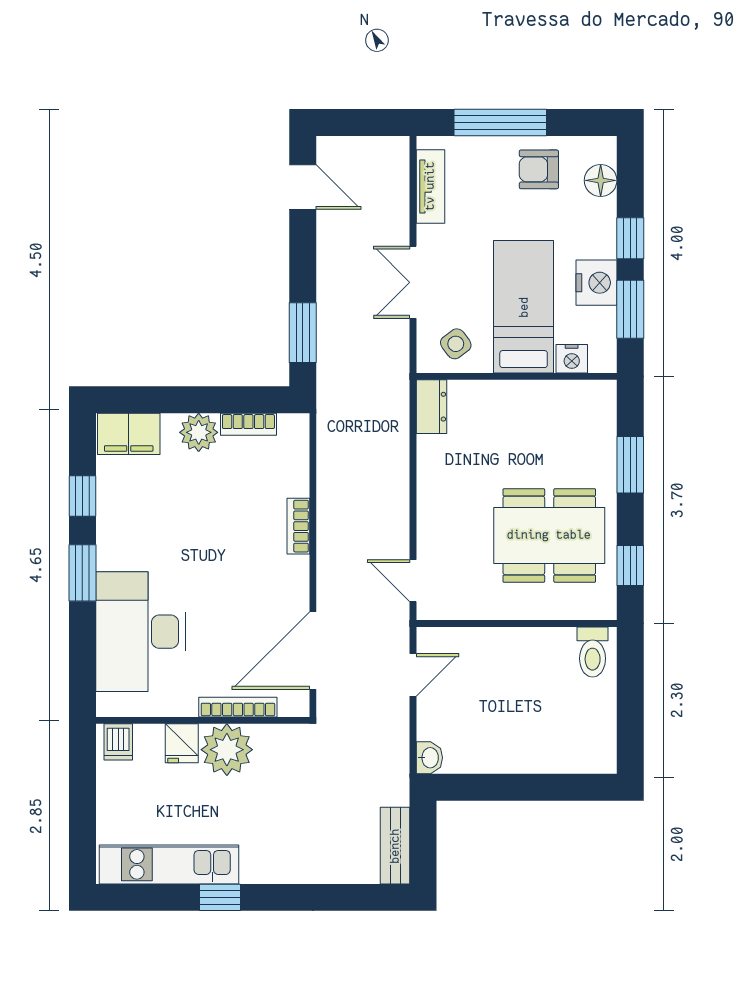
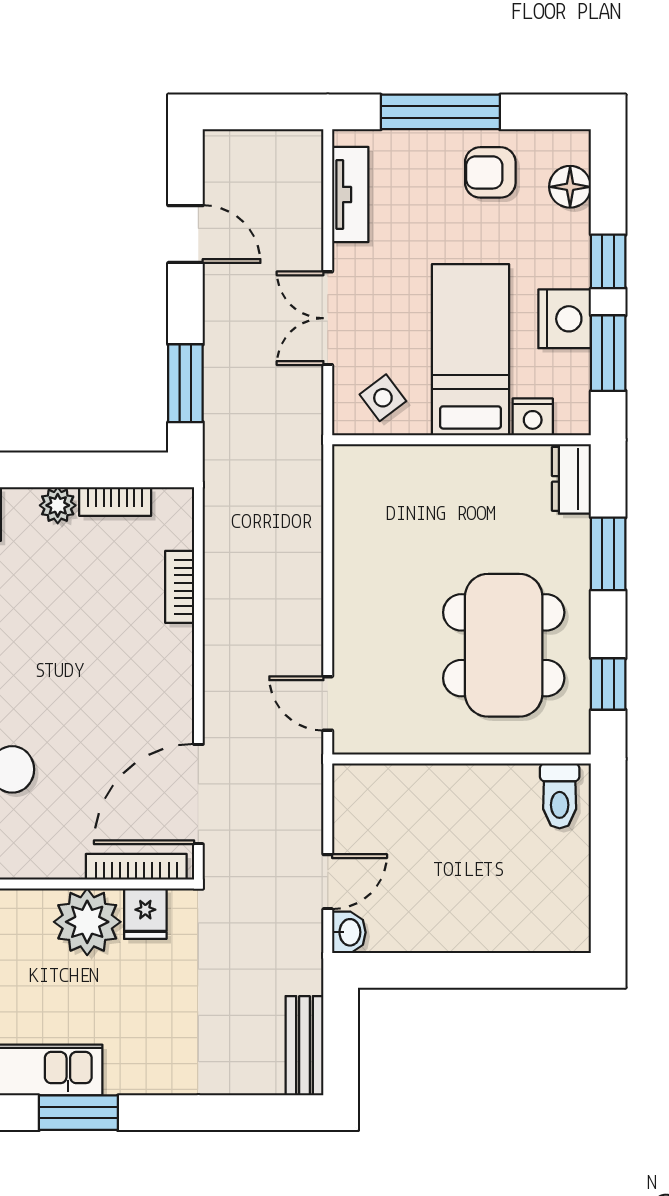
door: (303, 187) -> (185, 234), moved
dresser: (432, 407) -> (571, 479), moved, turned 180
plant: (199, 432) -> (58, 505), width x0.73, depth x0.73
bookcase: (298, 526) -> (180, 587), moved
dining table: (549, 535) -> (504, 645), turned 90
door: (413, 675) -> (328, 882), moved
bookcase: (238, 707) -> (136, 867), moved
fridge: (182, 743) -> (145, 914), moved
window: (220, 897) -> (78, 1113), width x1.50

